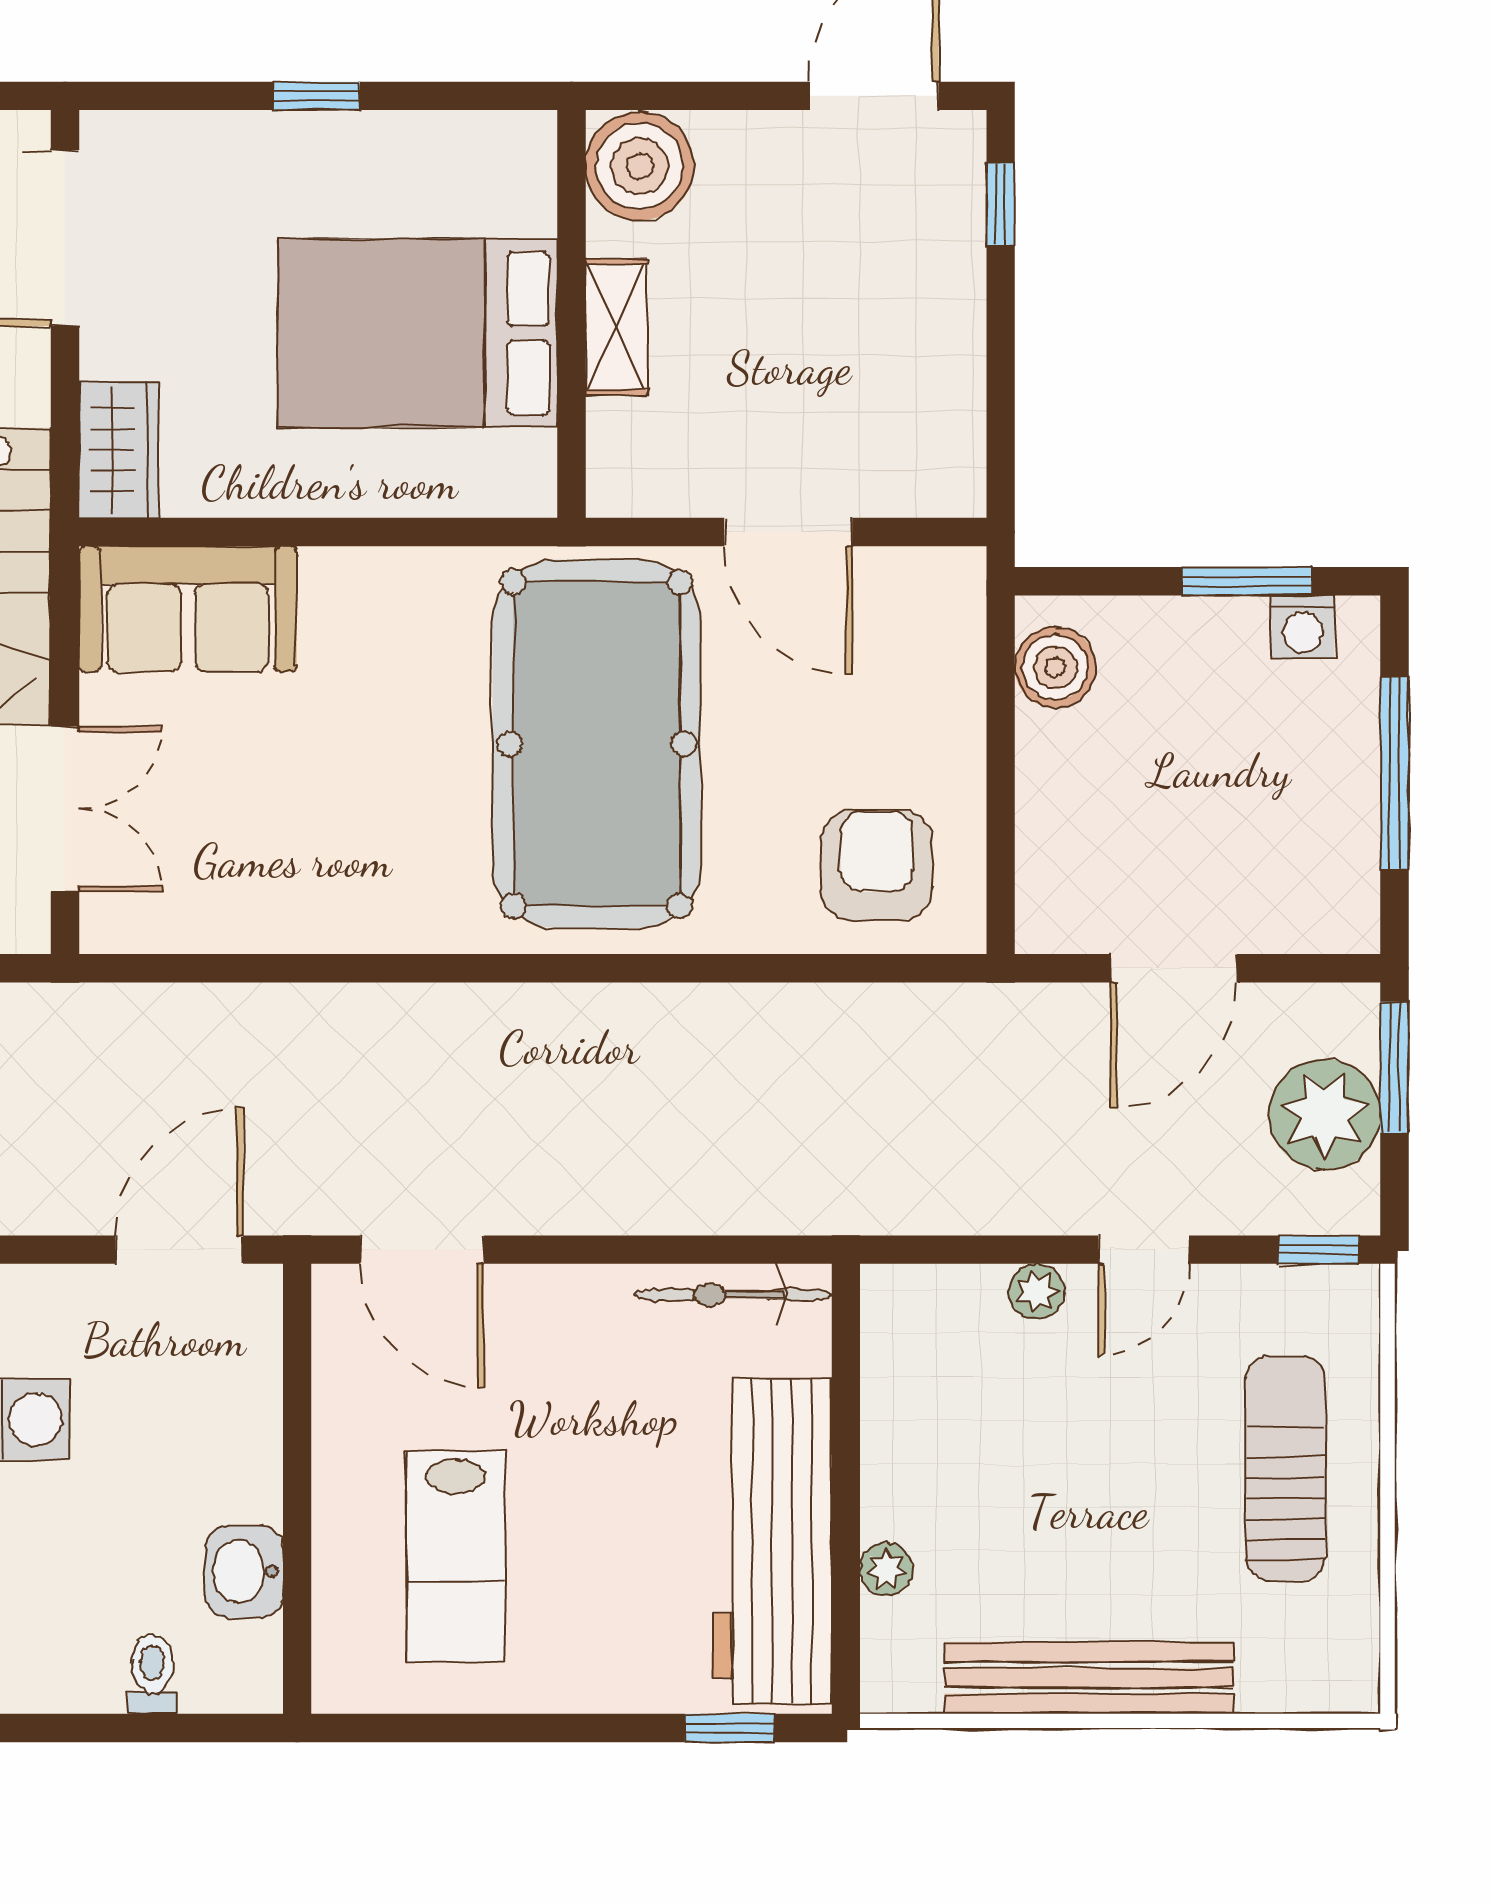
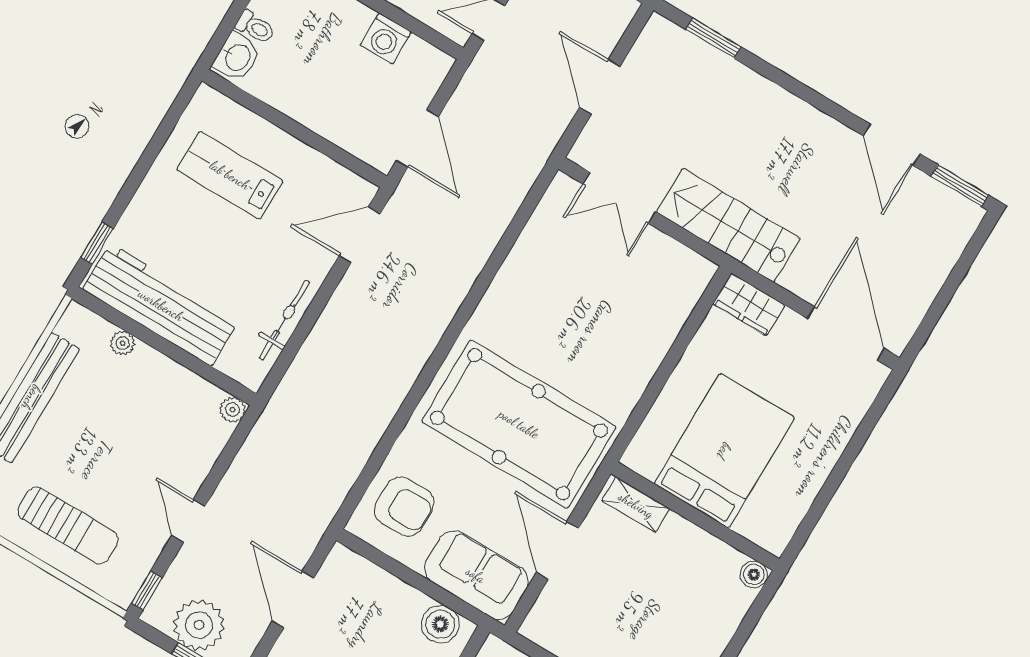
window: (317, 96) -> (842, 467), removed
boiler: (640, 166) -> (754, 574), width x0.54, depth x0.54
shelving: (616, 327) -> (636, 505), moved
door: (788, 532) -> (557, 550), hinge flipped
sofa: (188, 609) -> (476, 575), moved, turned 90
plant: (1037, 1291) -> (233, 410), moved
bicycle: (733, 1295) -> (284, 320), moved
washbasin: (244, 1572) -> (237, 57), moved, turned 90

